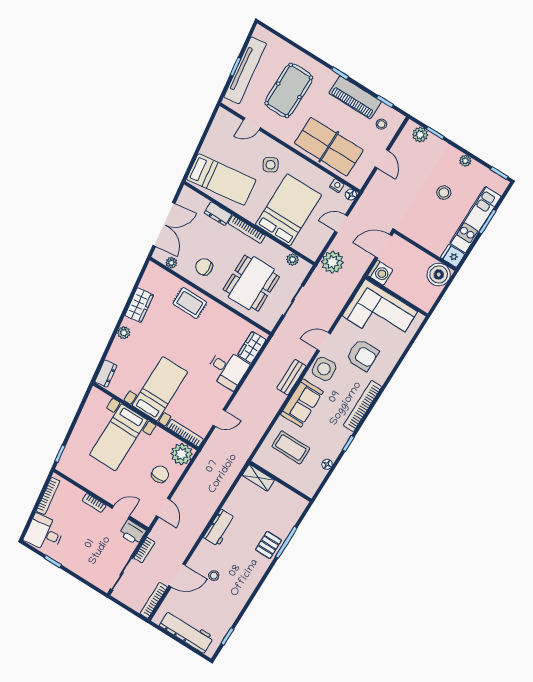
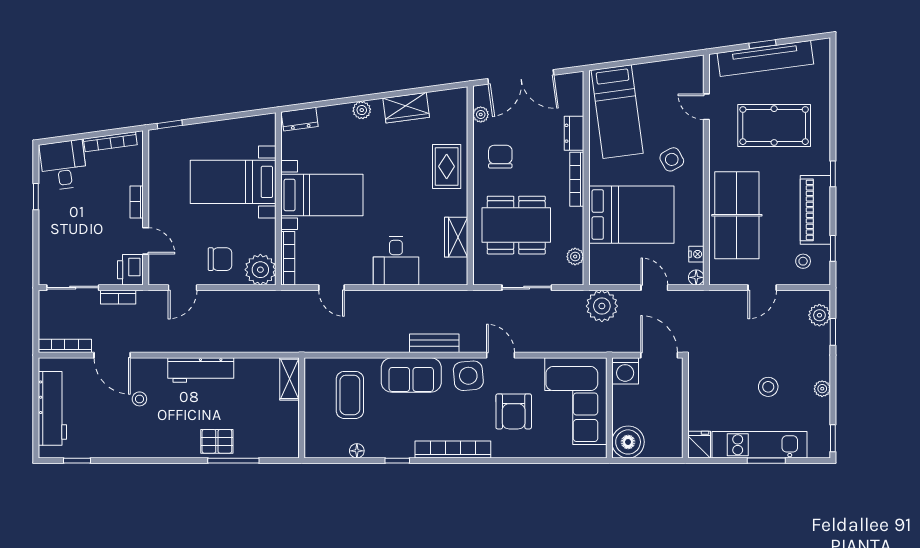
boiler: (439, 274) -> (628, 442), moved
wardrobe: (252, 347) -> (456, 237), moved, turned -90
workbench: (219, 528) -> (201, 370), width x1.38

